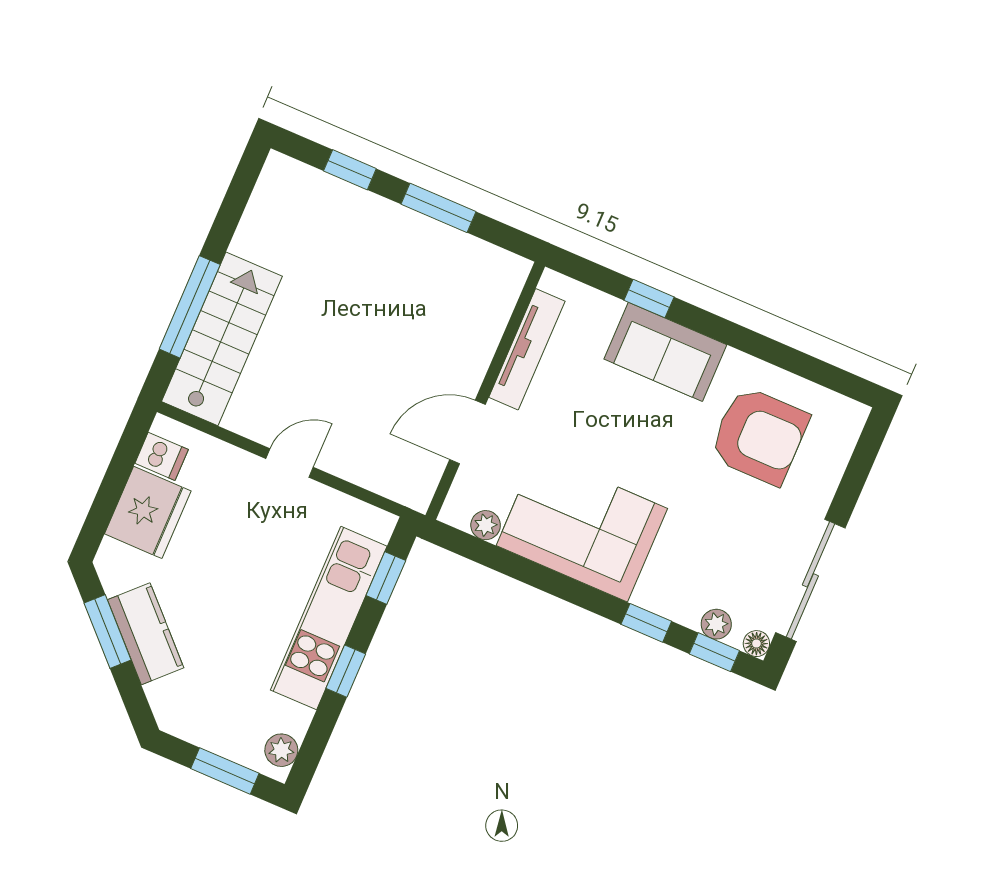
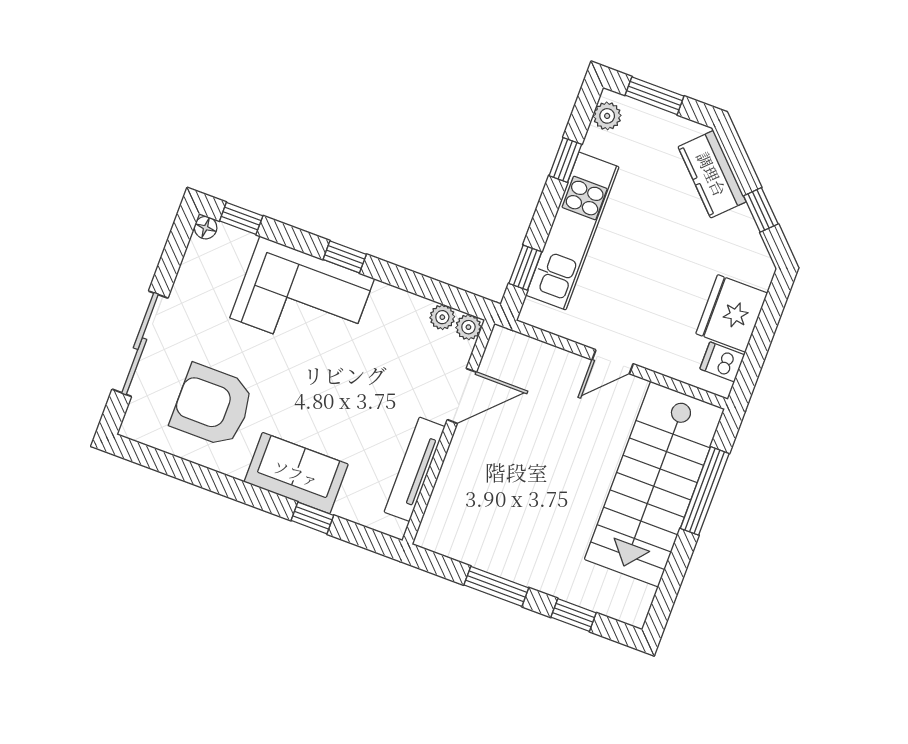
stairs: (222, 339) -> (654, 484), width x1.36, depth x1.51
corner sofa: (582, 527) -> (302, 298), moved
sliding door: (810, 580) -> (140, 344), moved
window: (646, 623) -> (345, 257), moved
plant: (716, 624) -> (468, 327), moved
window: (108, 631) -> (761, 210), width x0.67
kitchen counter: (146, 634) -> (712, 174), moved
window: (346, 671) -> (565, 160), moved

